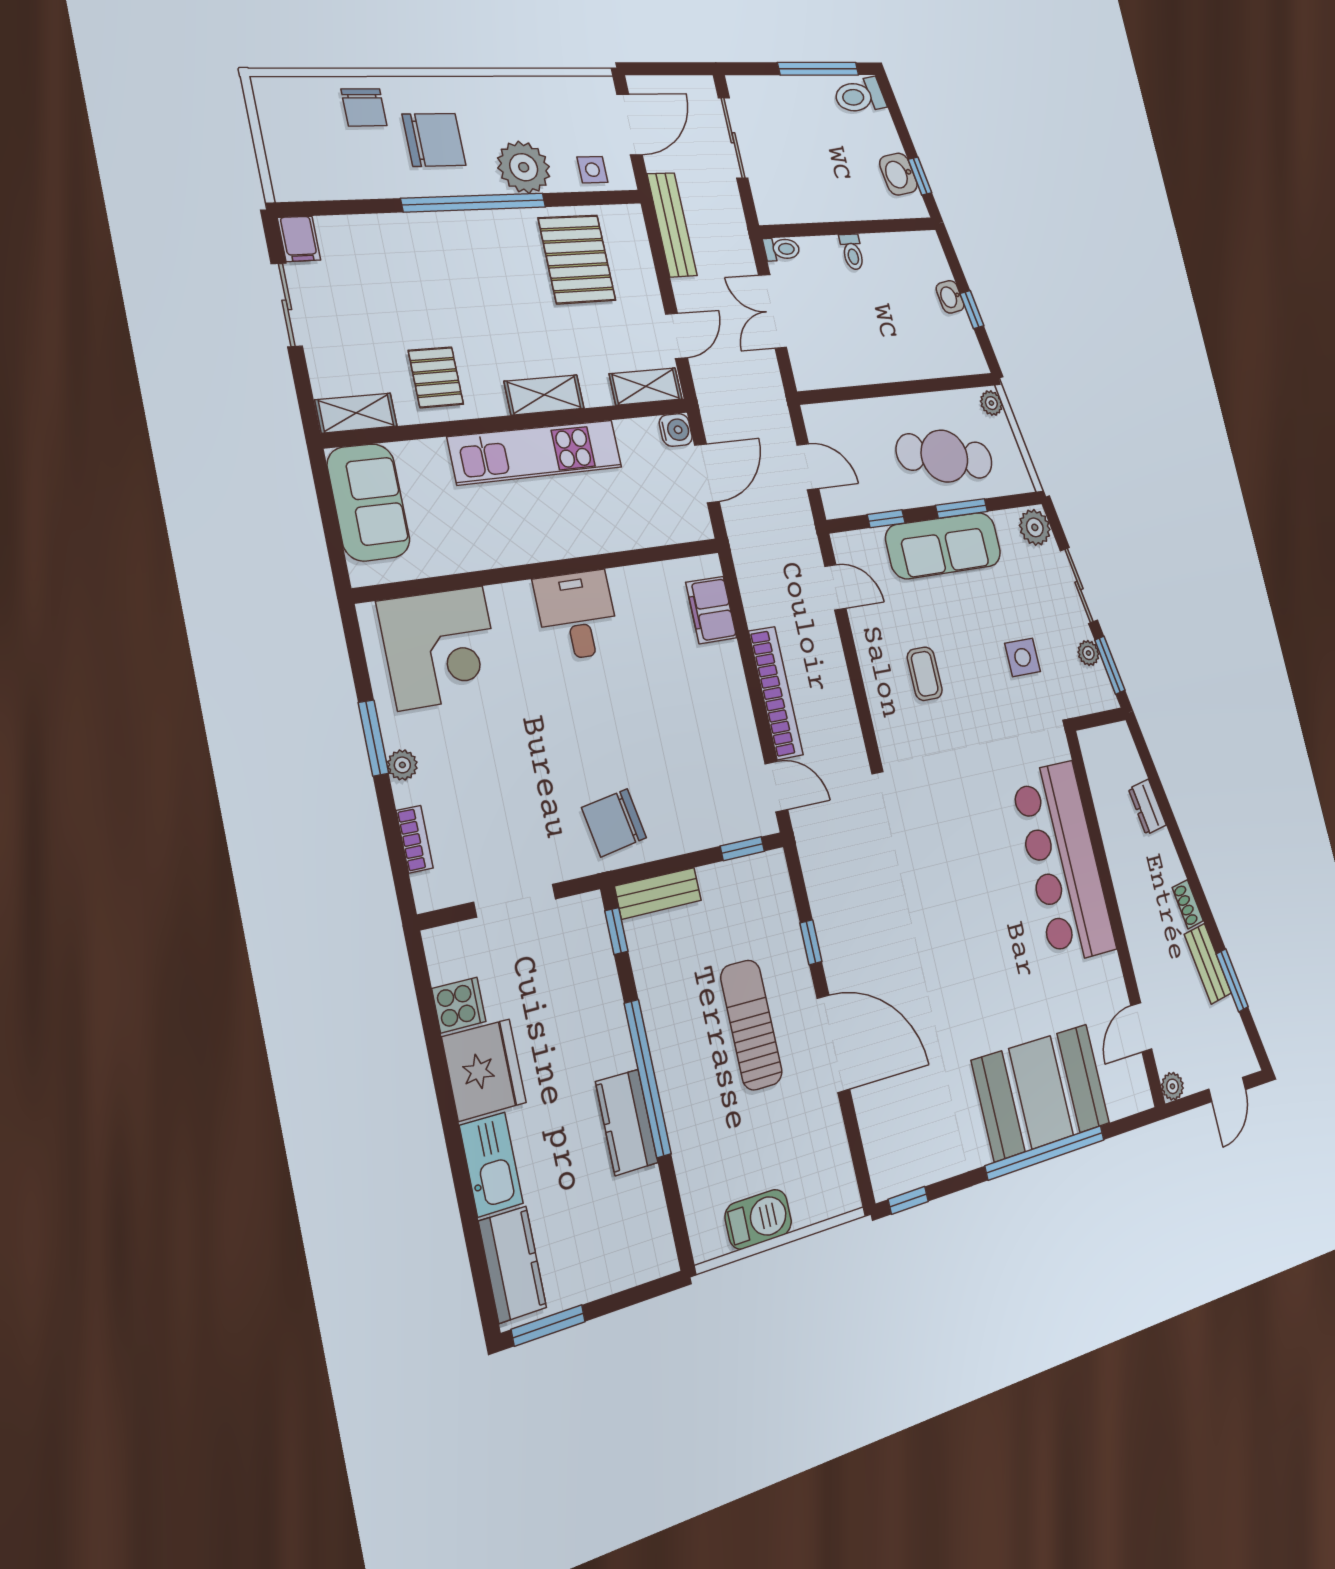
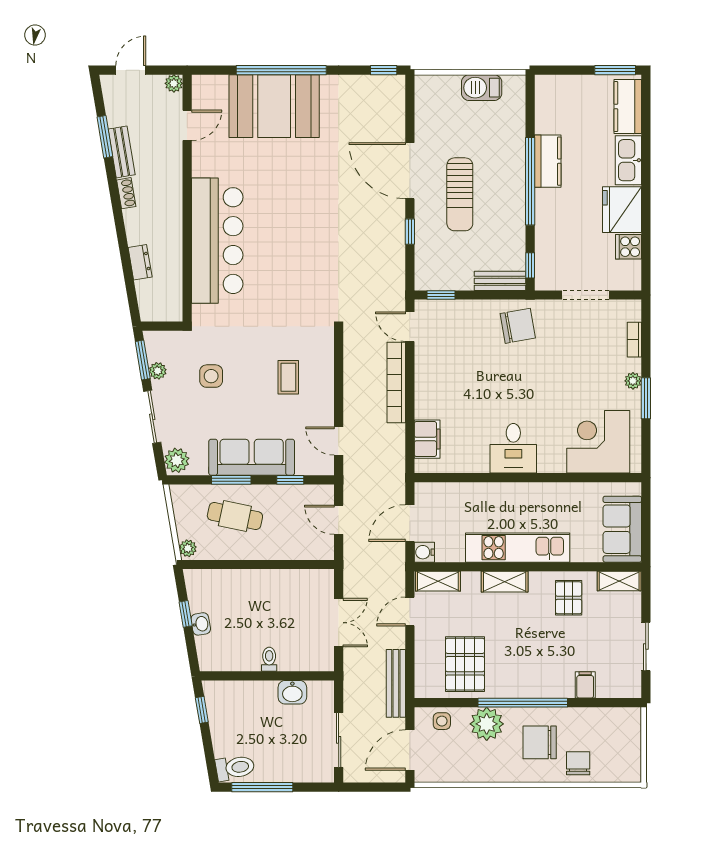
washbasin: (898, 174) -> (292, 692), moved, turned 100
filing cabinet: (299, 239) -> (585, 685), moved
toilet: (782, 249) -> (322, 664), removed
cafe table: (944, 456) -> (235, 516), width x0.73, depth x0.74

